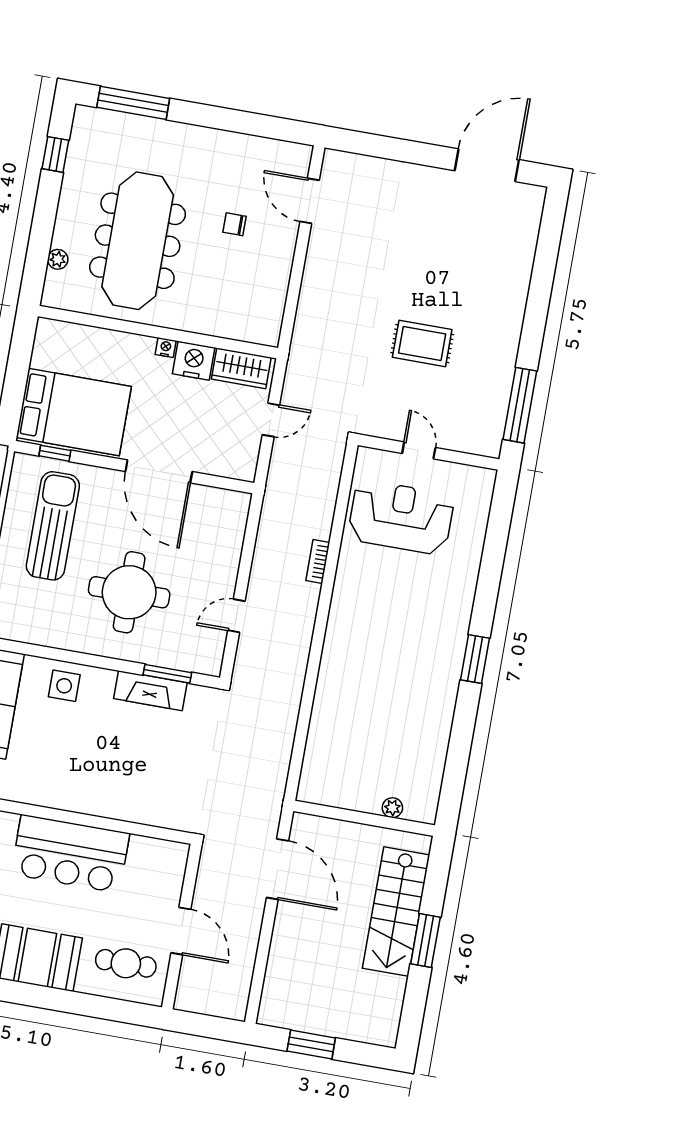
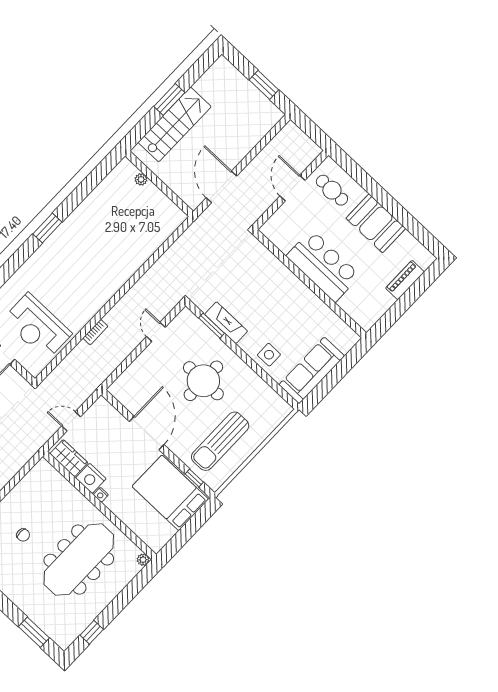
window: (133, 103) -> (34, 632), width x0.69
plant: (58, 259) -> (143, 560), moved
door: (236, 616) -> (156, 332), swing flipped

